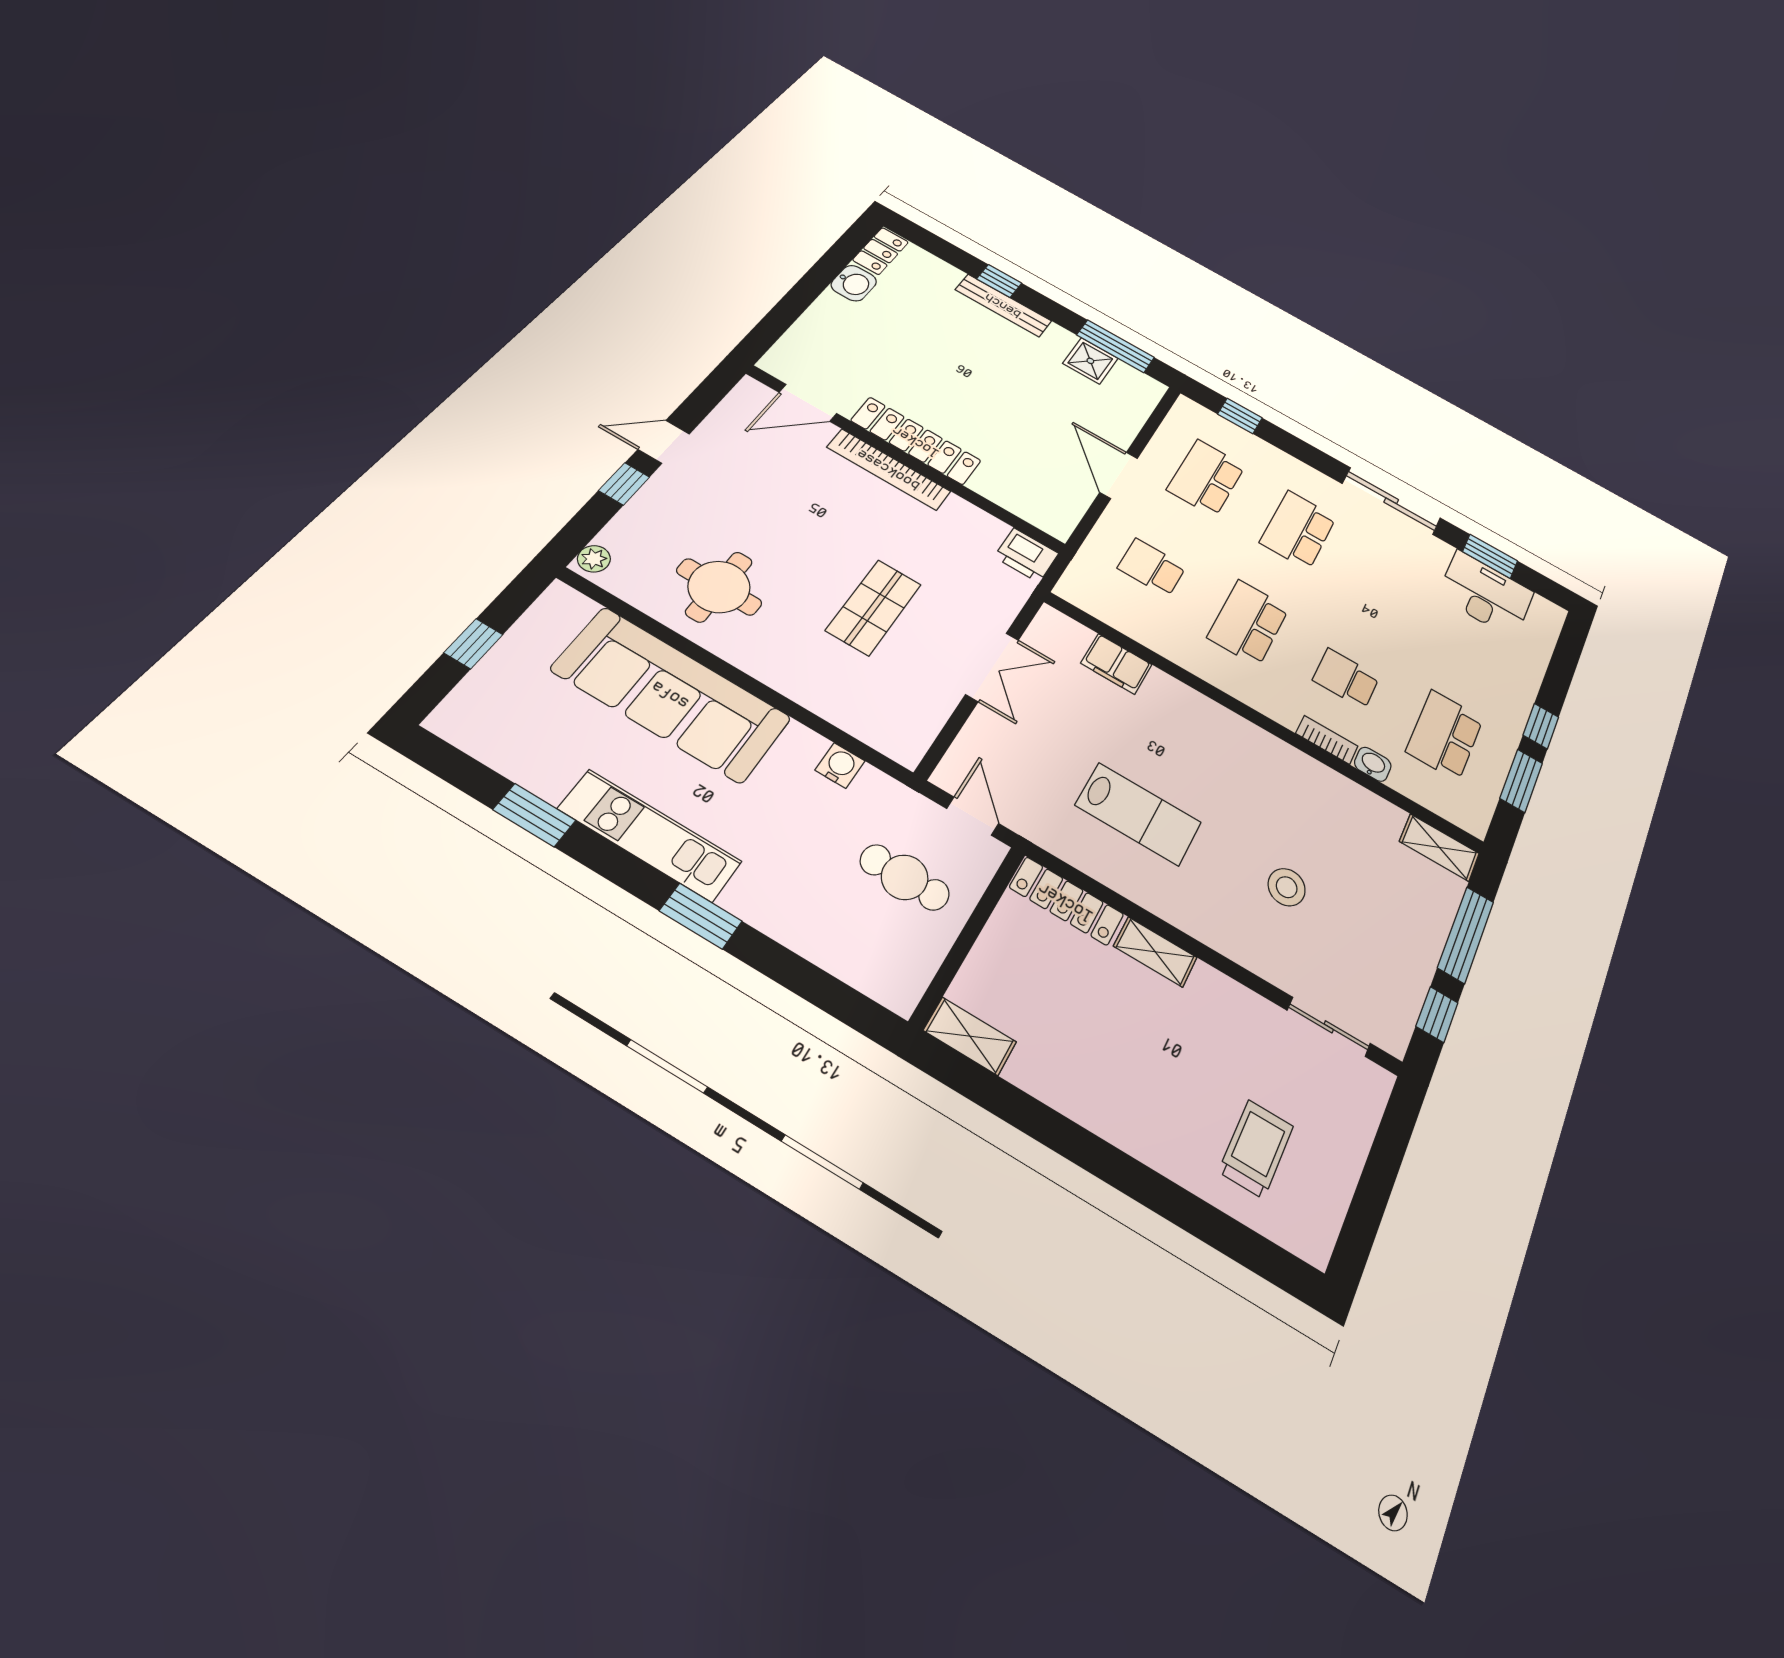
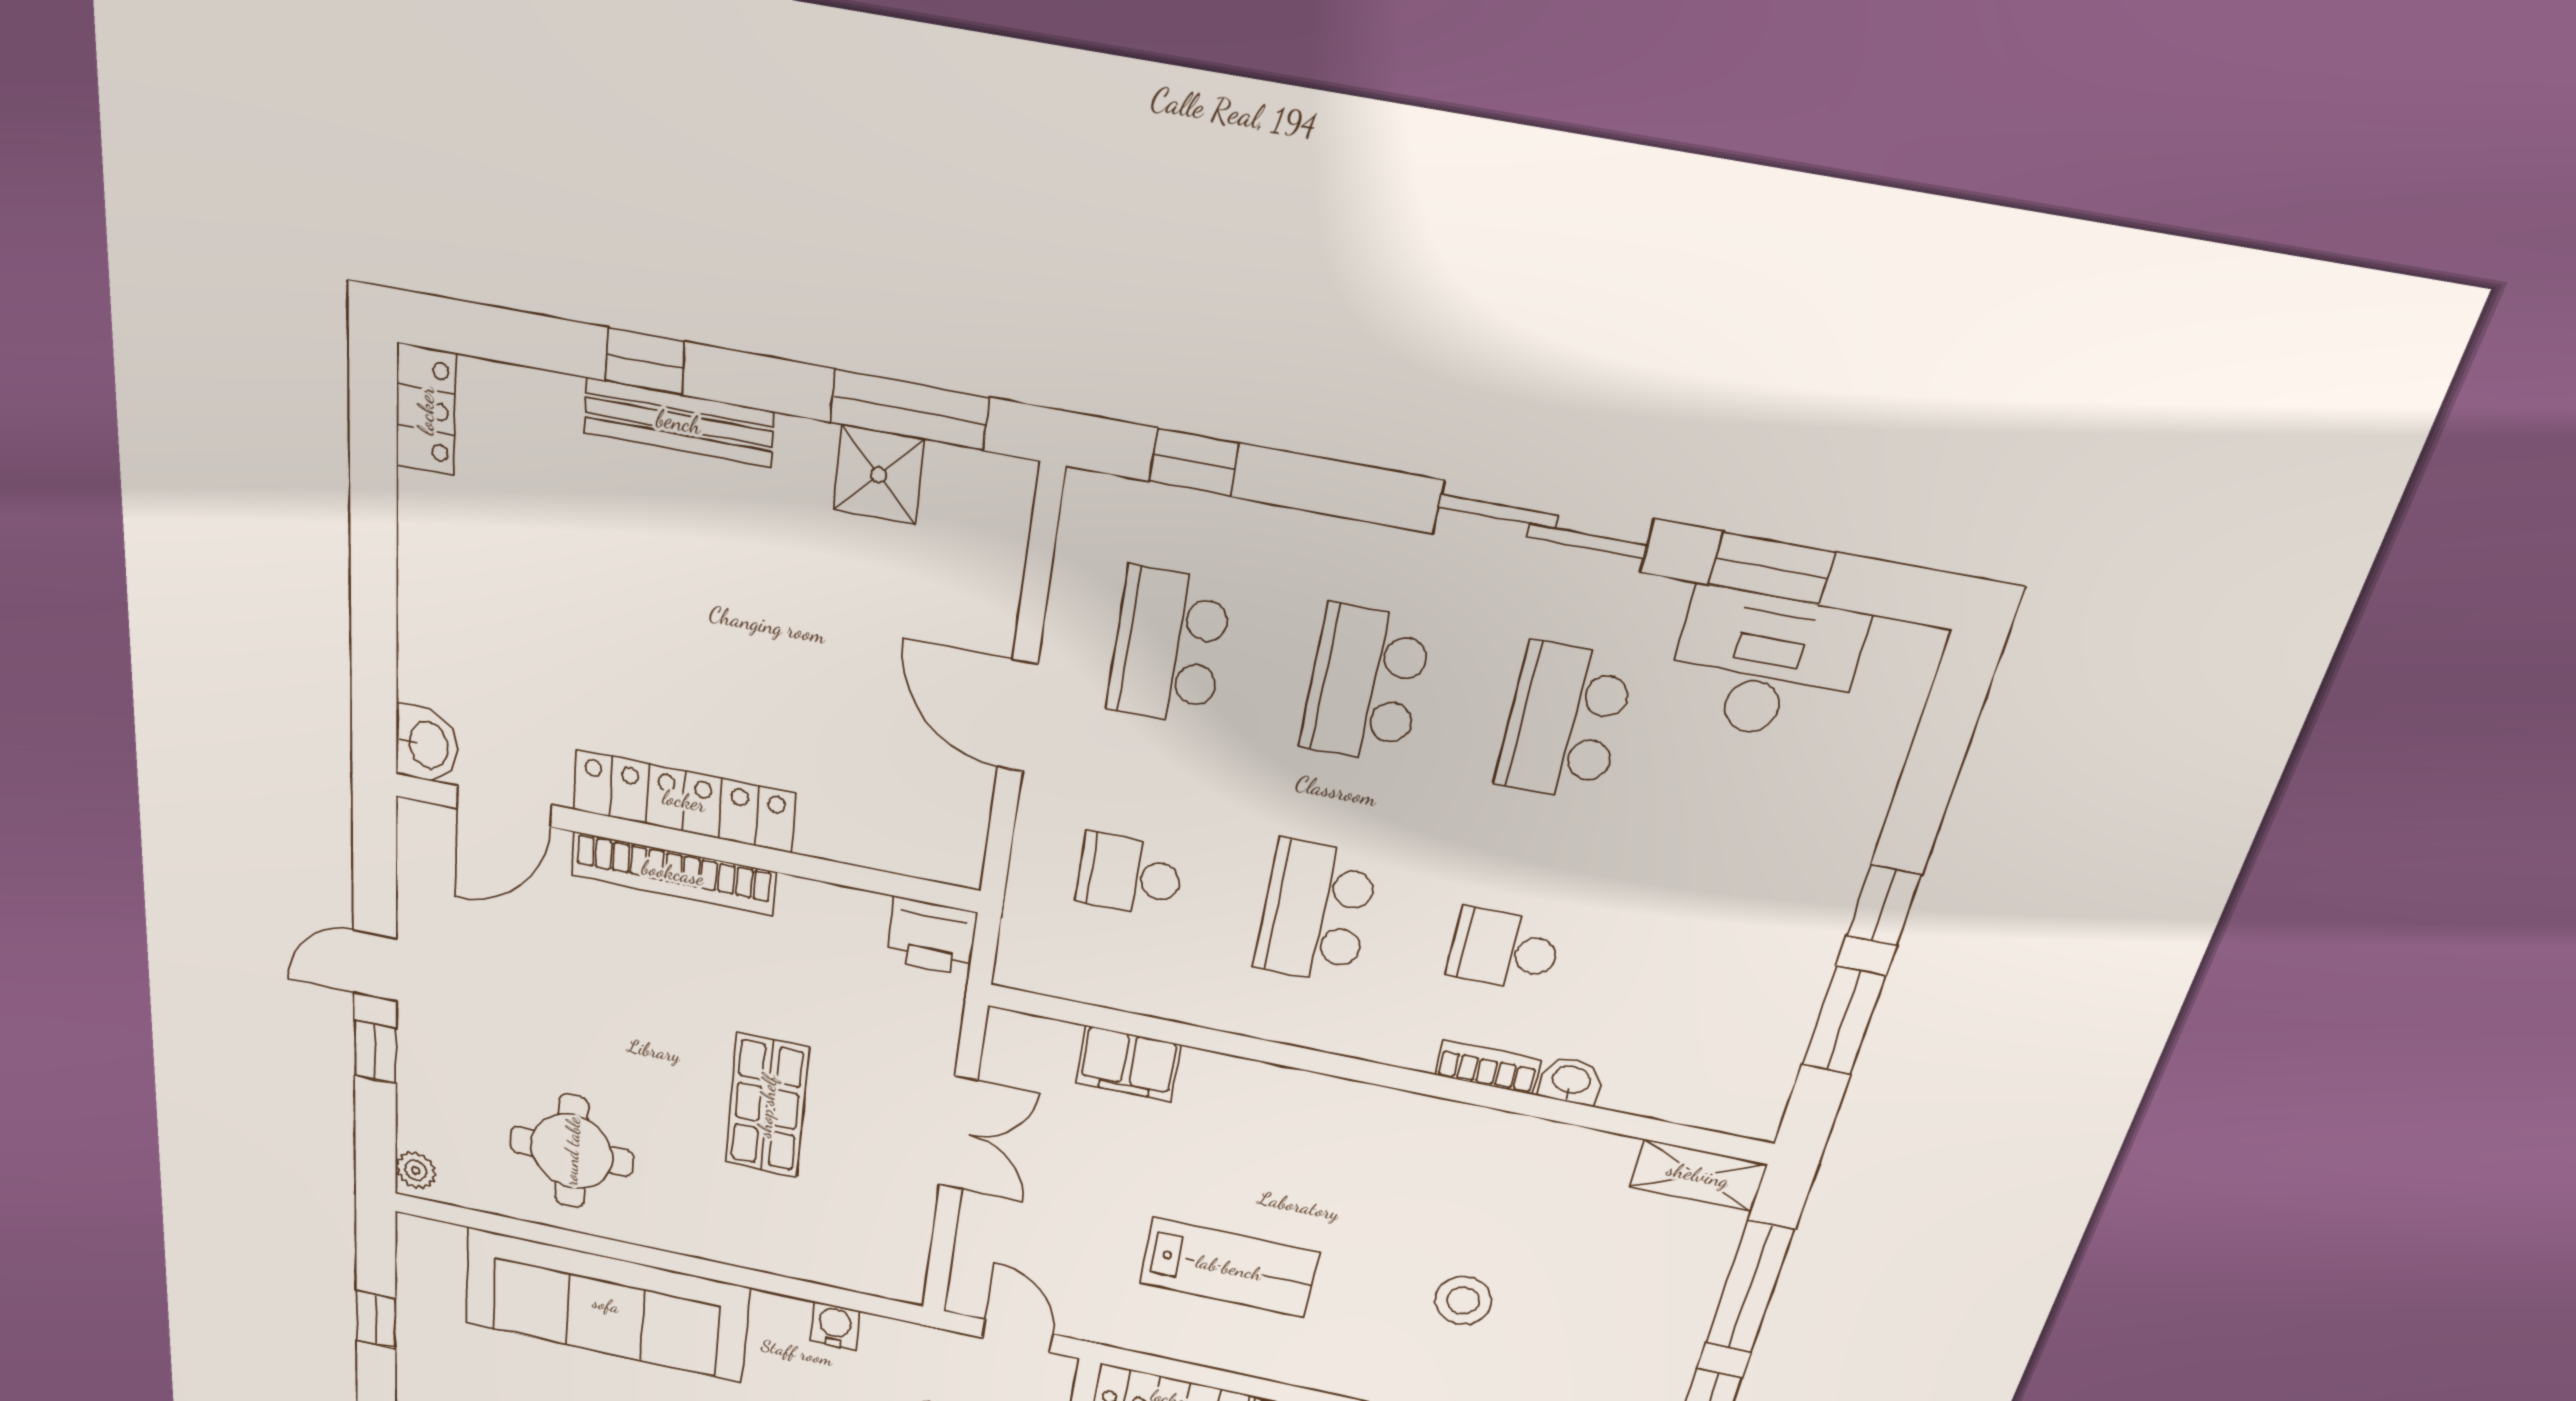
washbasin: (854, 283) -> (427, 745), moved
school desk: (1445, 735) -> (1564, 722), moved

